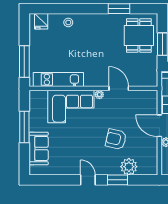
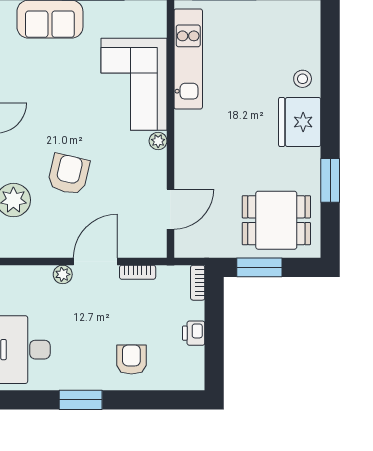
fridge: (41, 21) -> (300, 122), moved, width x1.88, depth x1.34
door: (119, 88) -> (170, 209), moved

